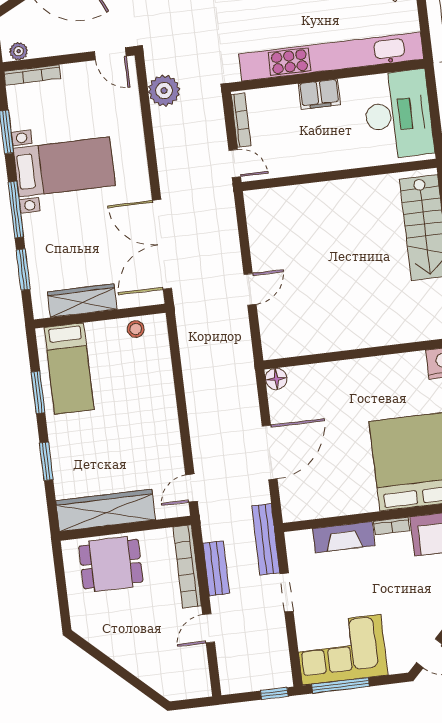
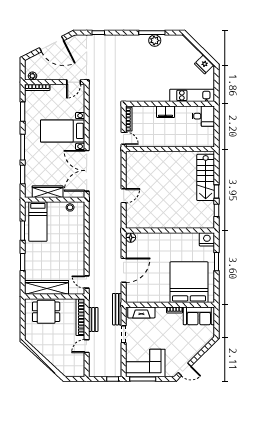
door: (110, 54) -> (74, 82), hinge flipped
kitchen unit: (331, 57) -> (192, 95), width x0.54
plant: (164, 91) -> (96, 102), removed
desk: (398, 115) -> (203, 116), width x0.53, depth x0.77
bed with nightstands: (64, 167) -> (63, 131), moved, turned 180
door: (192, 488) -> (87, 282), hinge flipped
fireplace: (344, 537) -> (141, 312), moved

